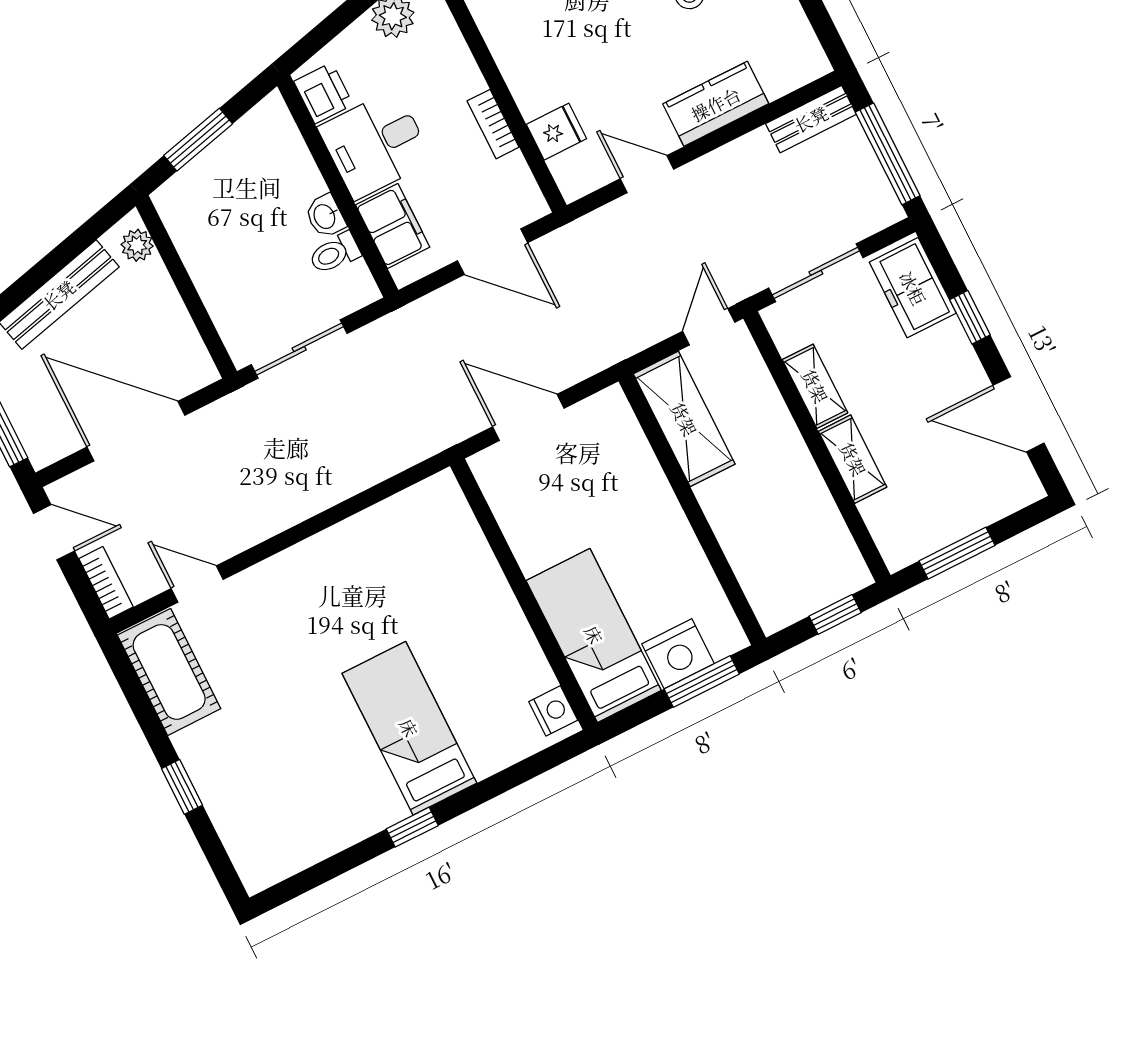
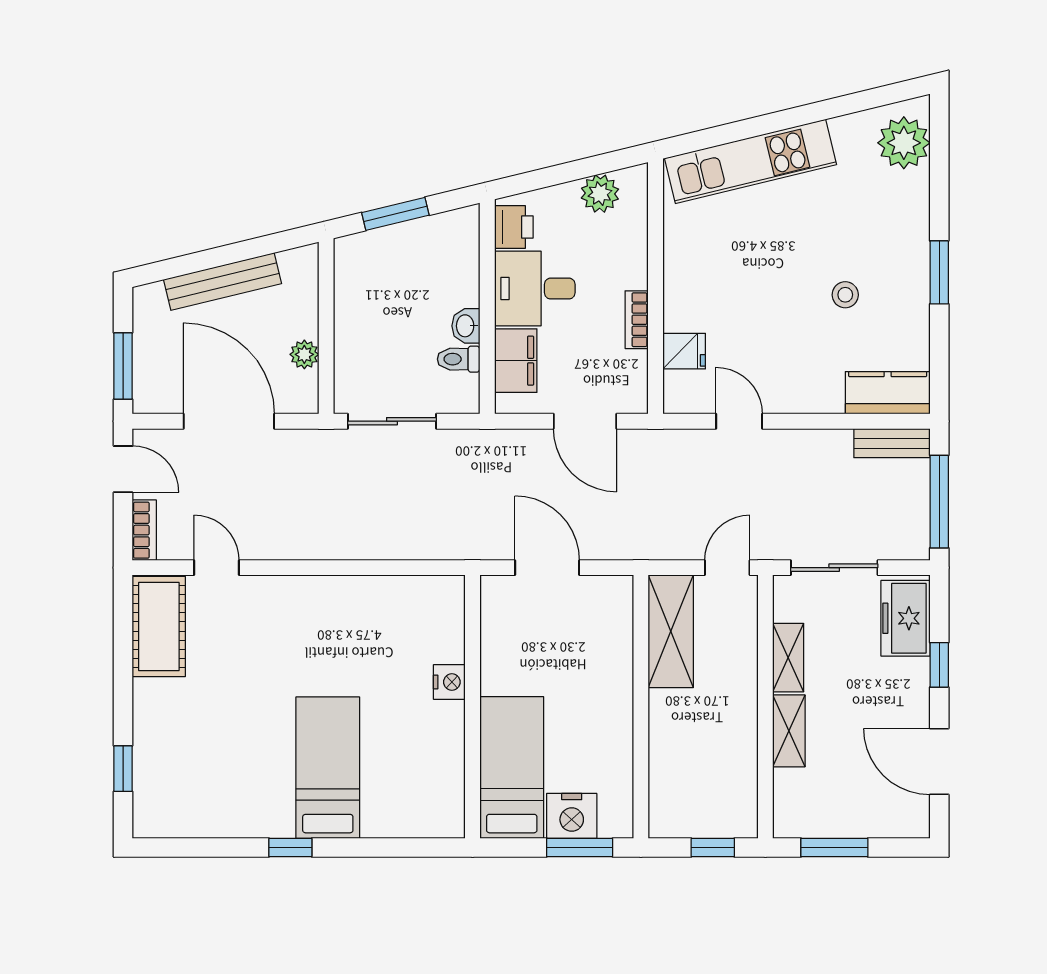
kitchen counter: (716, 104) -> (888, 393), moved
plant: (137, 245) -> (304, 354), moved
nightstand: (553, 711) -> (449, 682), moved
window: (182, 787) -> (123, 769), moved

